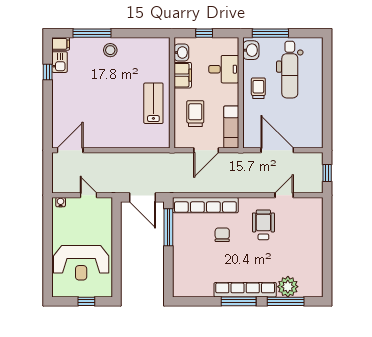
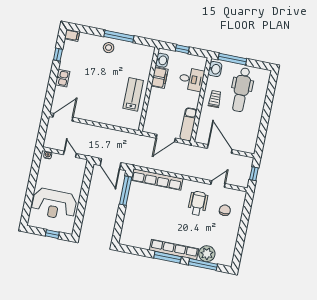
window: (92, 33) -> (119, 36), moved
kitchen sink: (59, 62) -> (62, 78), moved
trolley: (195, 114) -> (163, 109), removed
chair: (222, 235) -> (225, 210), moved

